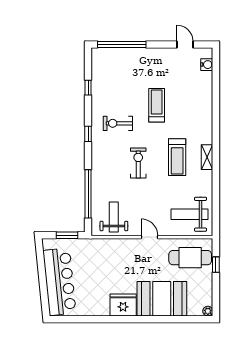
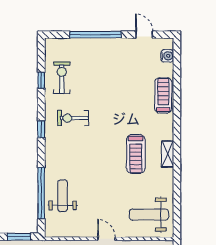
window: (122, 45) -> (95, 35), moved
treadmill: (157, 105) -> (163, 95), moved
exercise bike: (138, 163) -> (62, 78), moved
weight bench: (114, 217) -> (63, 196), moved

